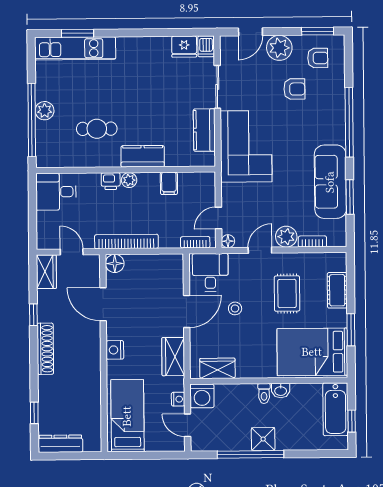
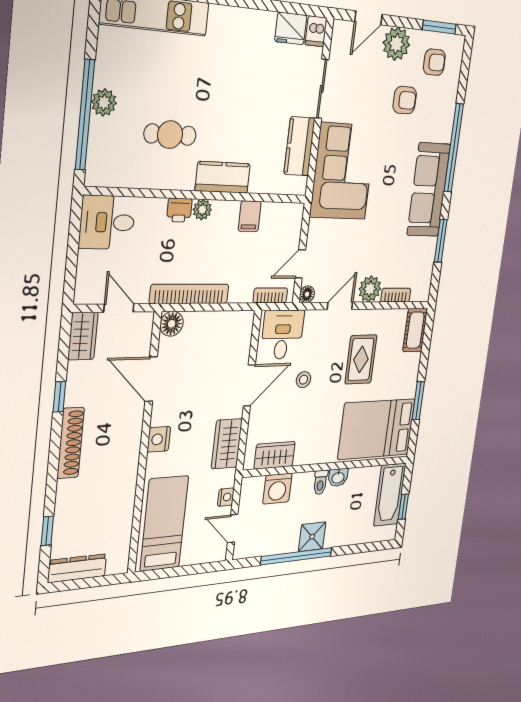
sofa: (330, 182) -> (429, 190), moved
cot: (337, 290) -> (415, 330), moved
washing machine: (202, 396) -> (277, 489), moved

